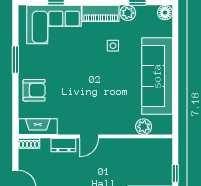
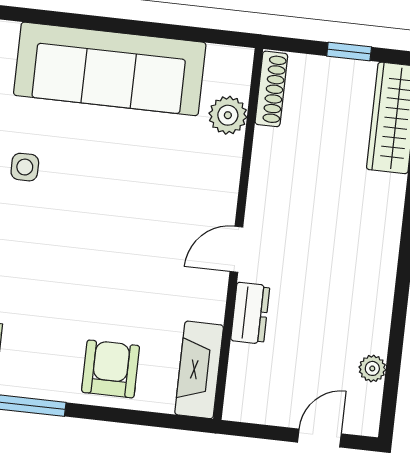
door: (89, 136) -> (236, 249), swing flipped
shoe rack: (29, 143) -> (271, 89), moved, width x1.43

